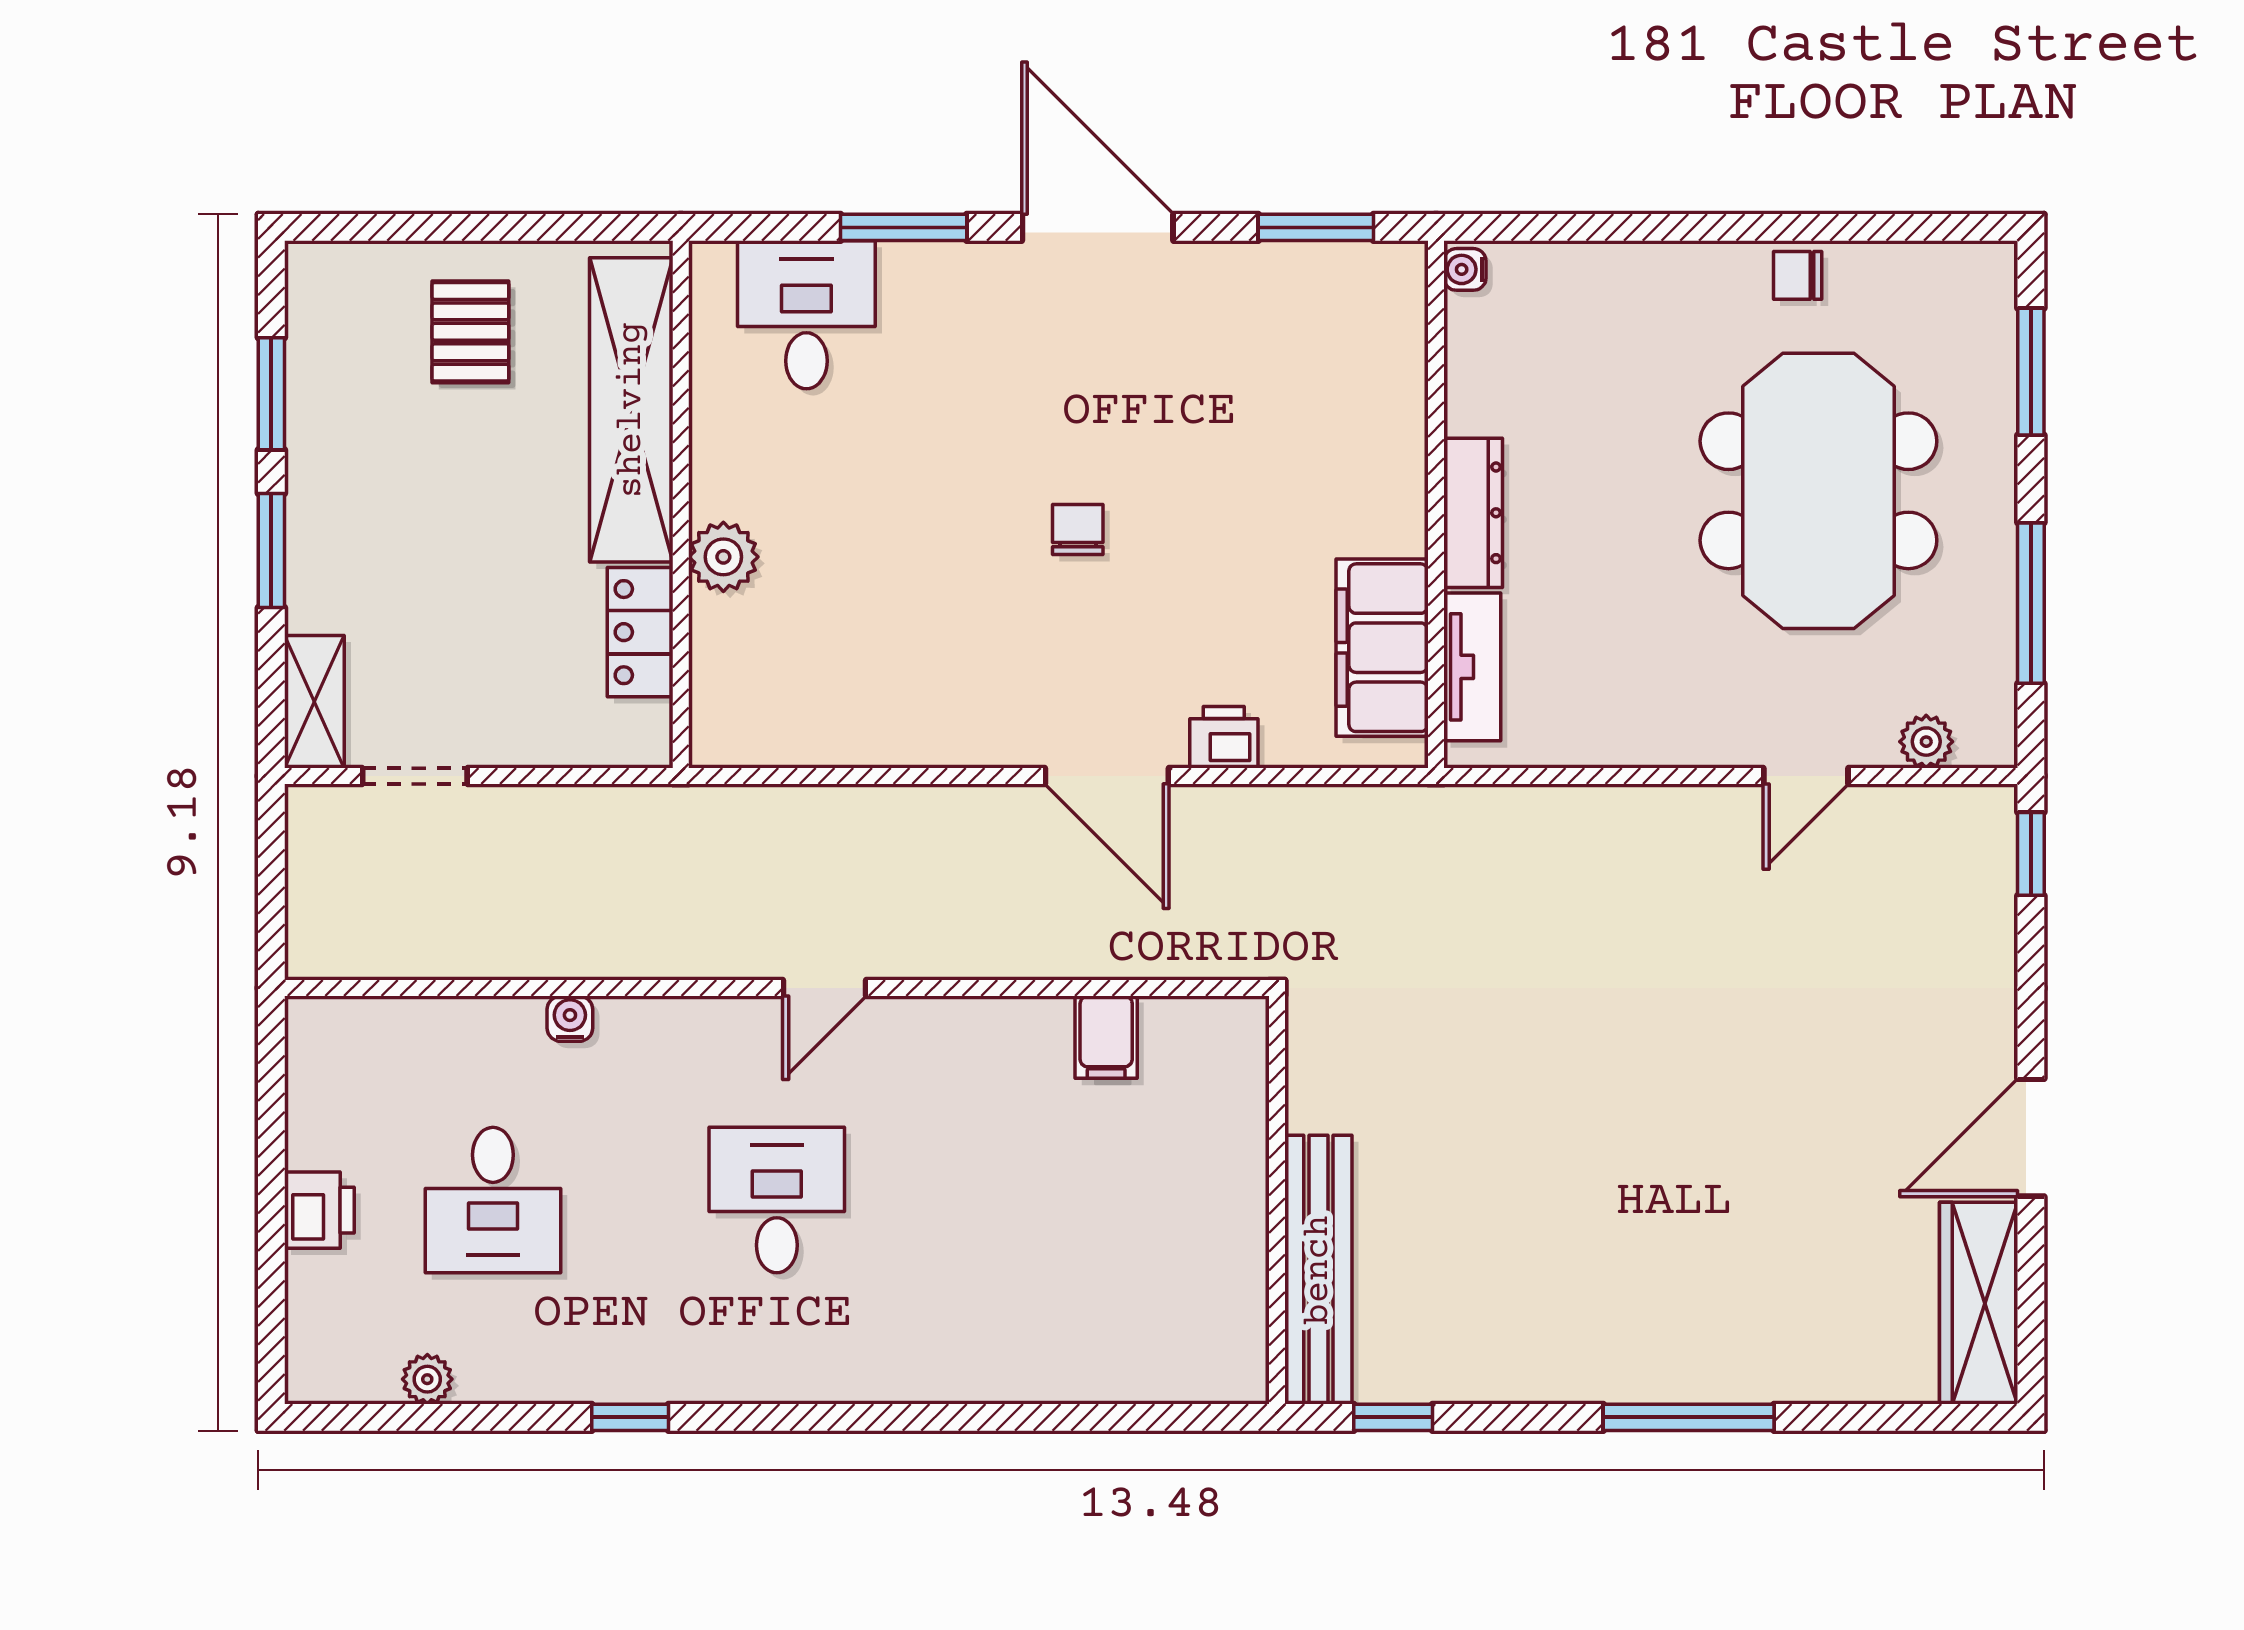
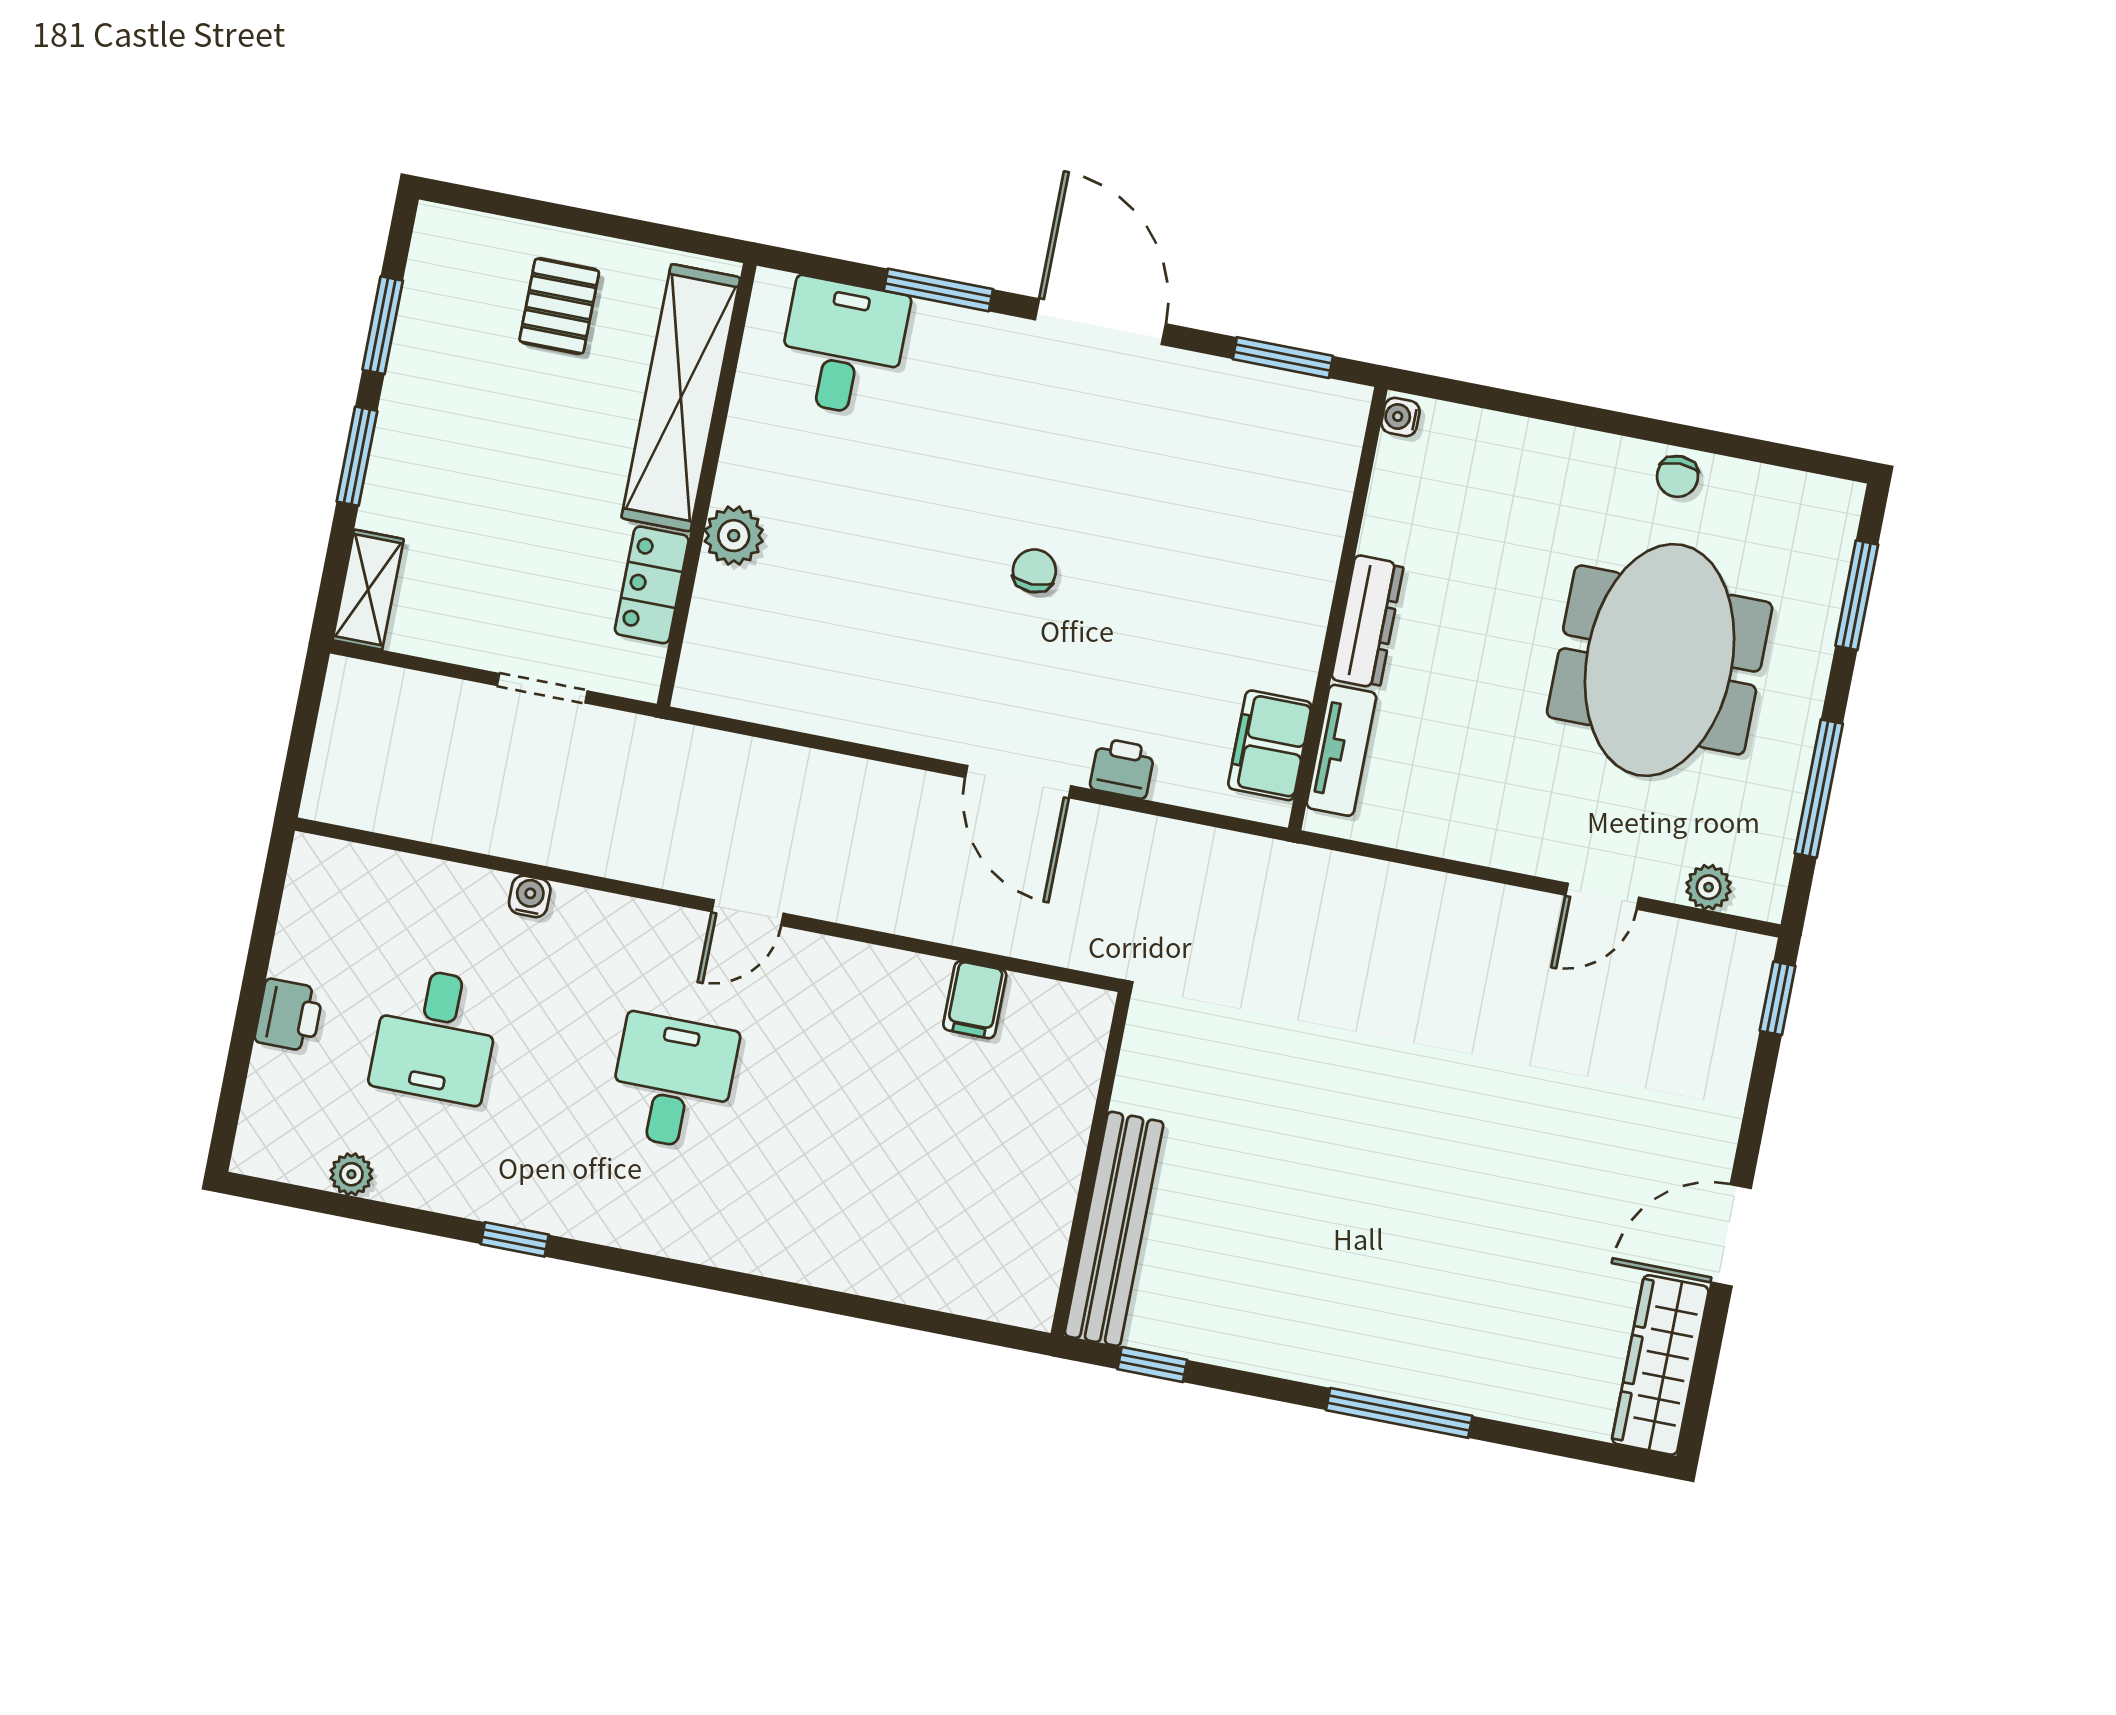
chair: (1798, 275) -> (1678, 476), turned -90
filing cabinet: (1382, 648) -> (1270, 745), width x0.67, depth x0.86
doorway: (415, 776) -> (542, 688), moved

